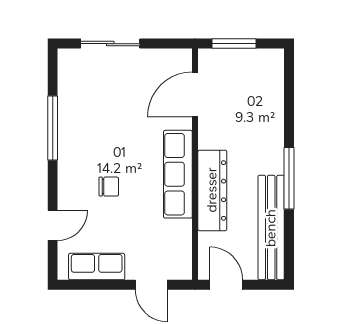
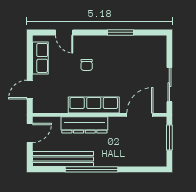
sliding door: (110, 44) -> (169, 85), moved
door: (195, 94) -> (140, 115), hinge flipped
window: (53, 128) -> (120, 32), width x0.69
window: (289, 178) -> (91, 169), width x1.46

